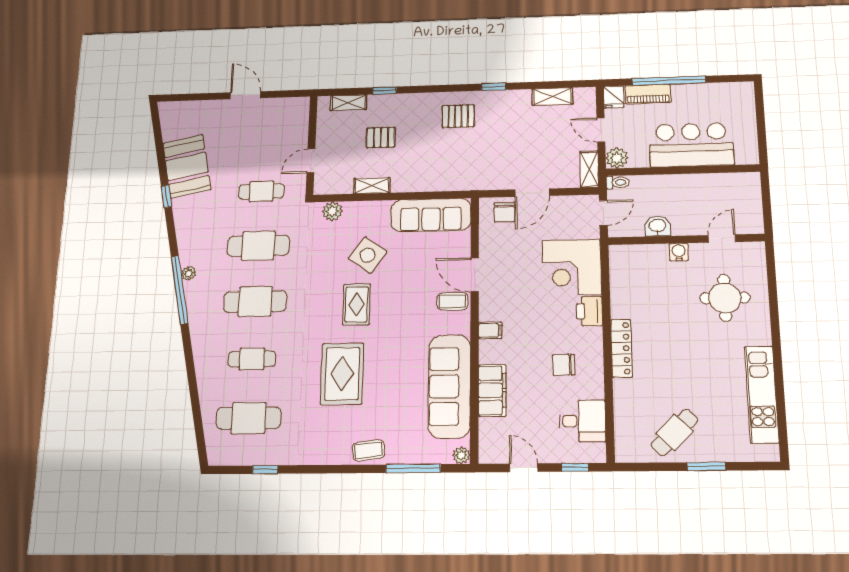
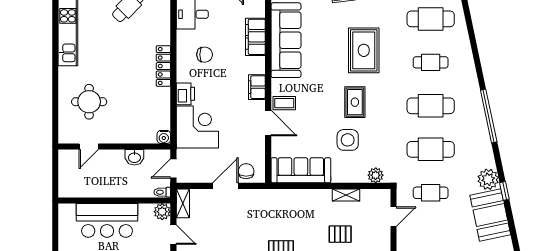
water cooler: (679, 252) -> (164, 137), moved
side table: (368, 255) -> (348, 140), turned -36
plant: (189, 273) -> (488, 179), moved, width x1.87, depth x1.87
filing cabinet: (490, 330) -> (257, 87), width x2.00

